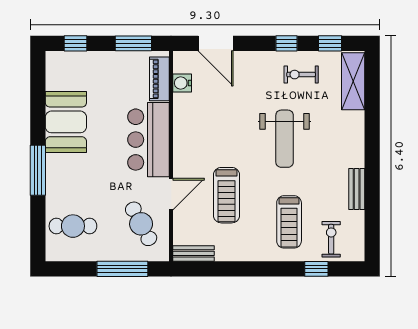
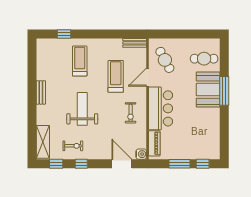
window: (133, 43) -> (180, 164), moved
water cooler: (182, 83) -> (141, 154), moved
booth: (66, 122) -> (208, 90), moved
bench: (357, 189) -> (41, 92), moved
exercise bike: (331, 239) -> (131, 113), moved
window: (122, 269) -> (176, 34), removed

